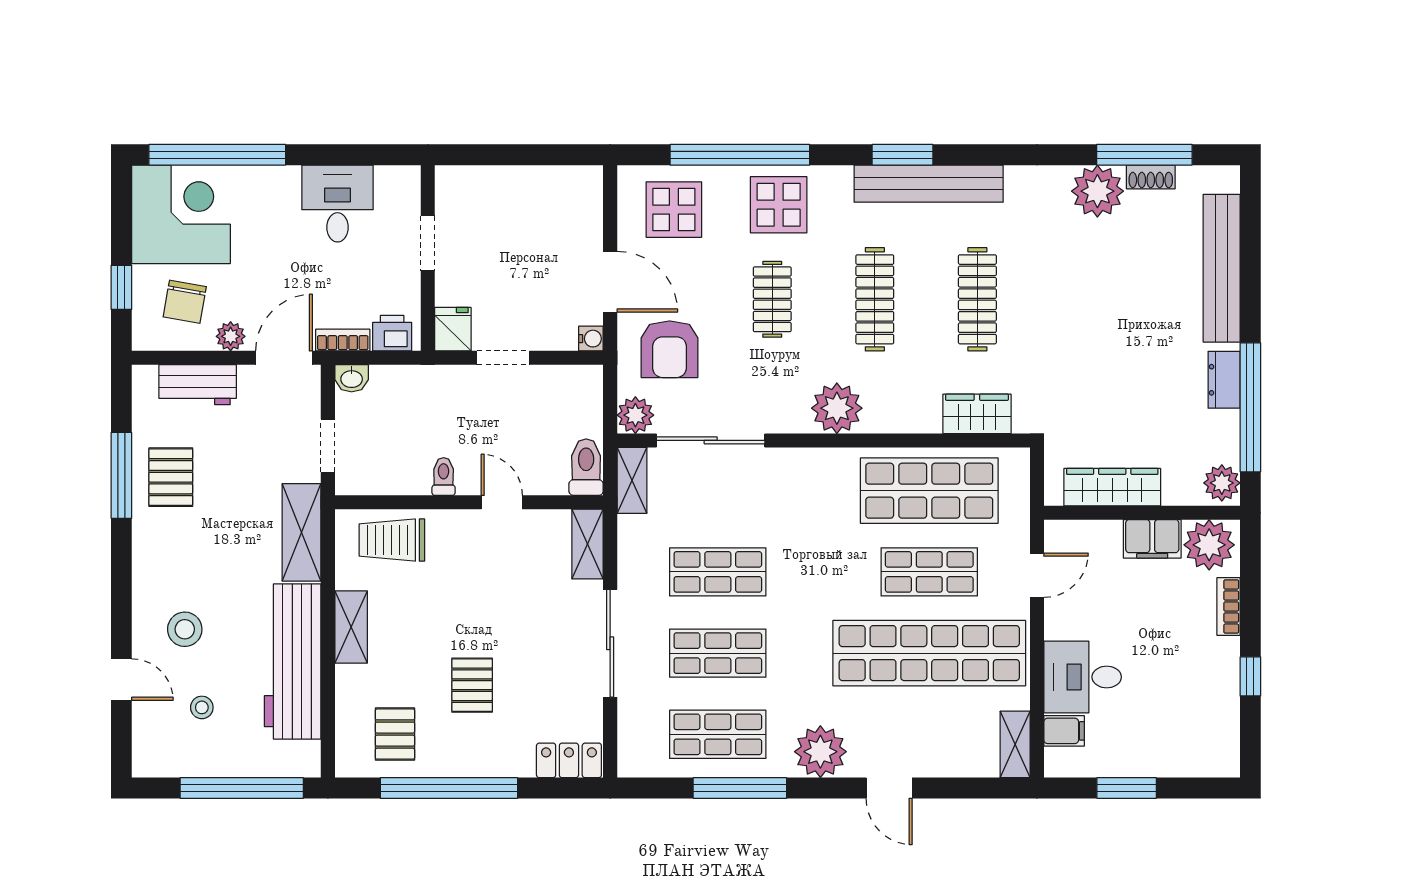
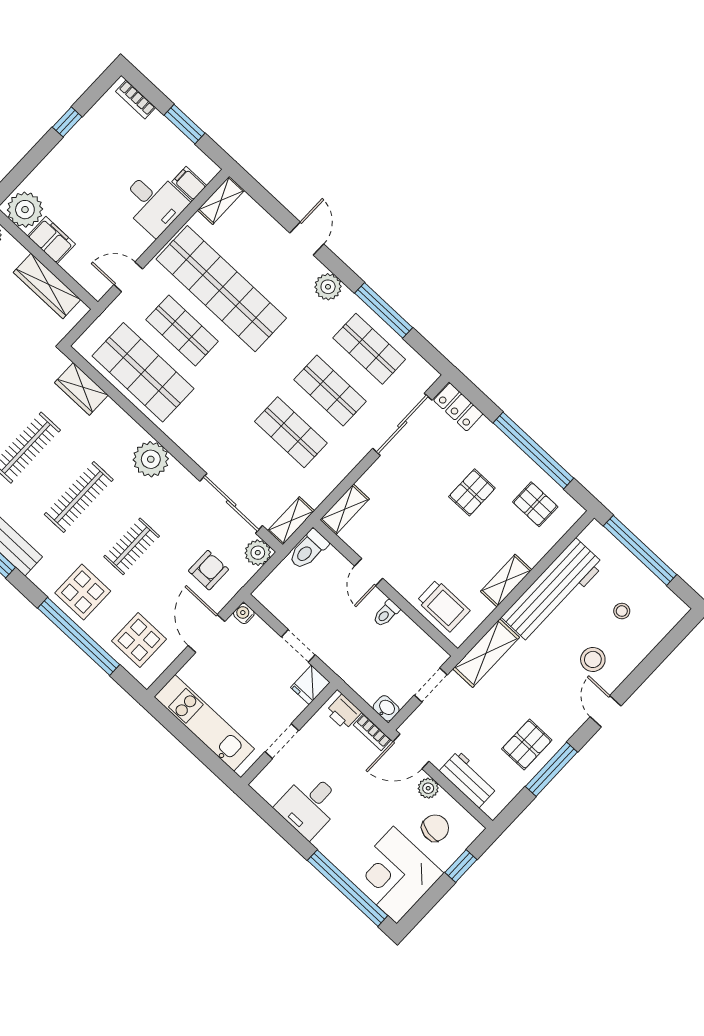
kitchen unit: (526, 187) -> (204, 723), added
armchair: (670, 349) -> (208, 570), width x0.72, depth x0.72
bookcase: (1228, 607) -> (136, 99), moved, turned 90
sliding door: (610, 643) -> (402, 424), moved
door: (121, 680) -> (606, 711), moved
pallet: (395, 734) -> (535, 504), turned 90
plant: (820, 752) -> (328, 287), width x0.73, depth x0.73

